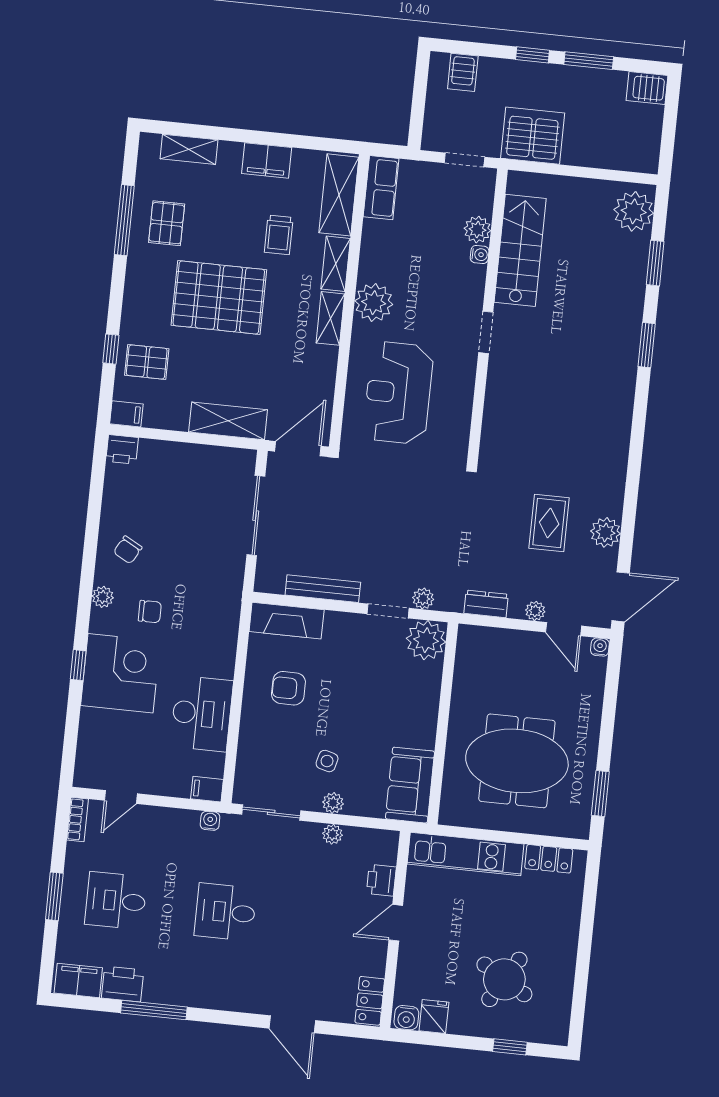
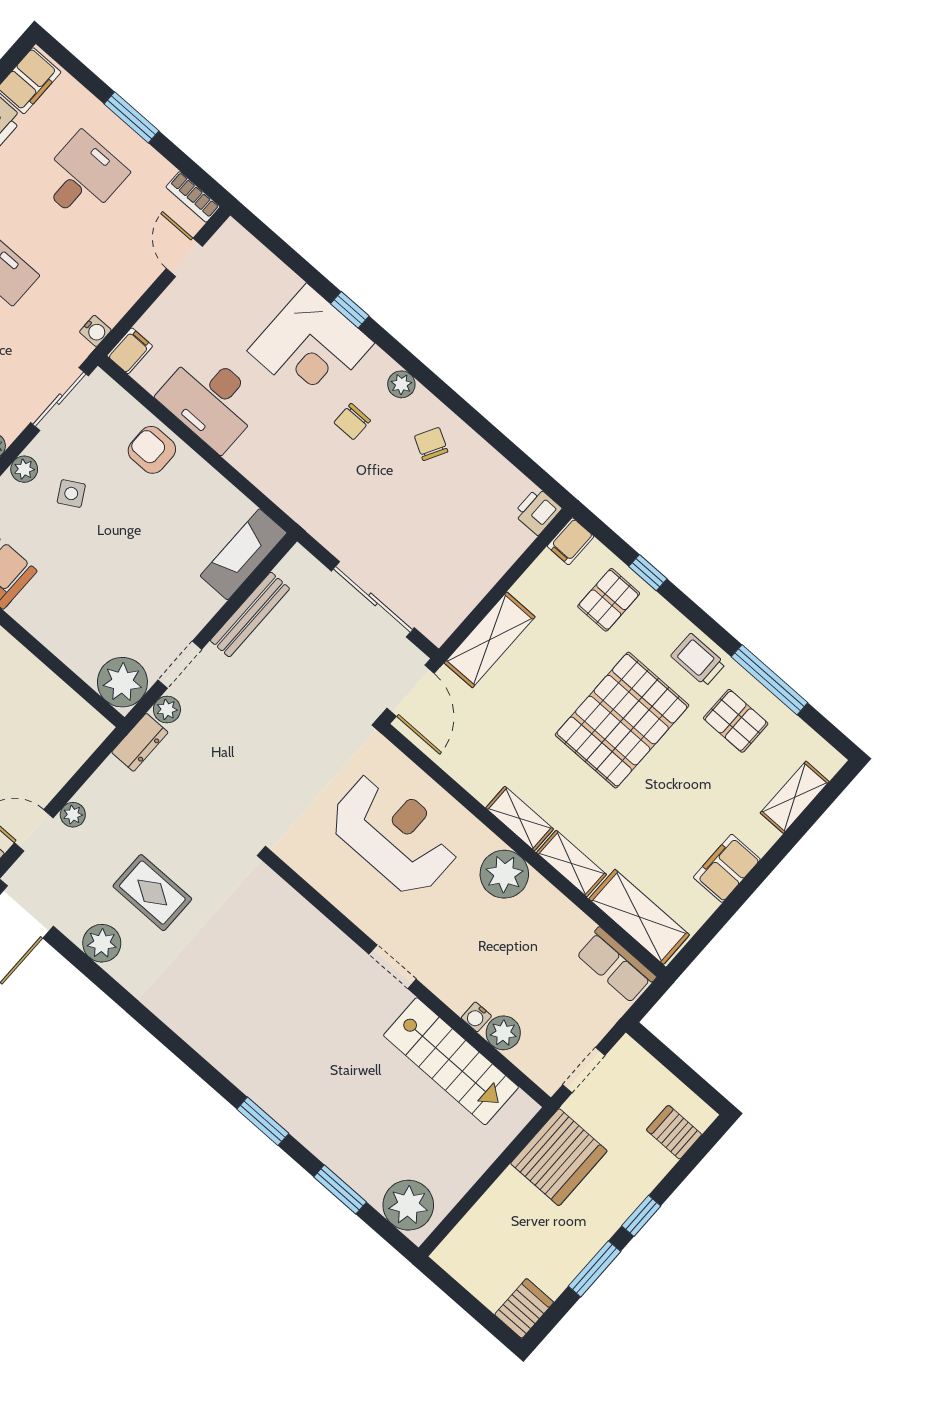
trolley: (279, 235) -> (698, 660), moved
dresser: (486, 604) -> (140, 742), moved
armchair: (288, 688) -> (152, 450), moved, turned -90
side table: (327, 761) -> (71, 493), turned 45

